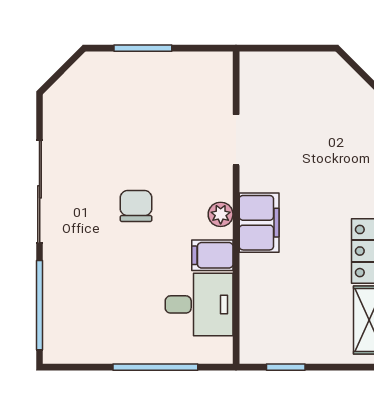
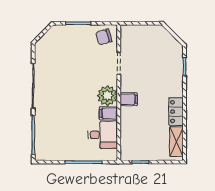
chair: (136, 206) -> (104, 37), moved, turned -106
plant: (221, 214) -> (107, 96), width x1.88, depth x1.88
filing cabinet: (259, 223) -> (129, 99), width x0.50

